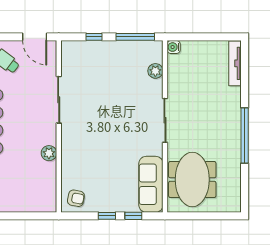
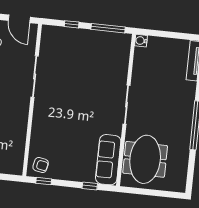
plant: (155, 71) -> (123, 60), removed
plant: (49, 153) -> (21, 123), removed
window: (107, 216) -> (44, 181), moved

